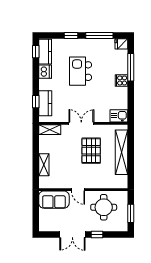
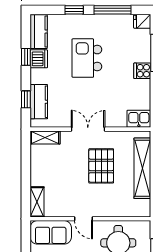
window: (36, 52) -> (26, 57), moved
shelving: (44, 165) -> (37, 202), moved

